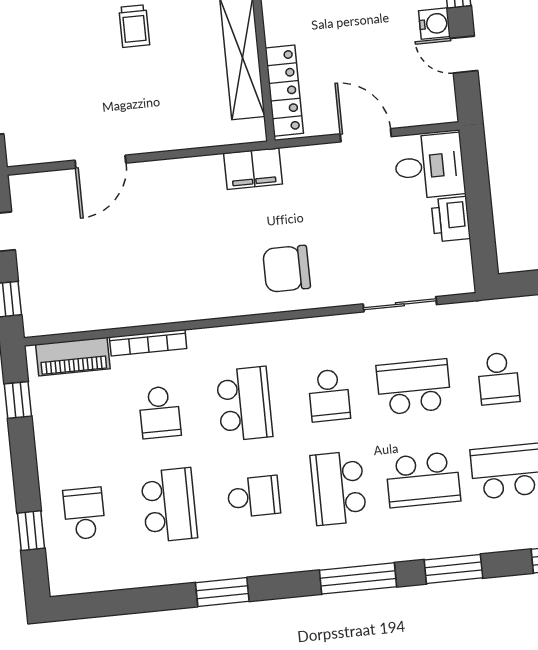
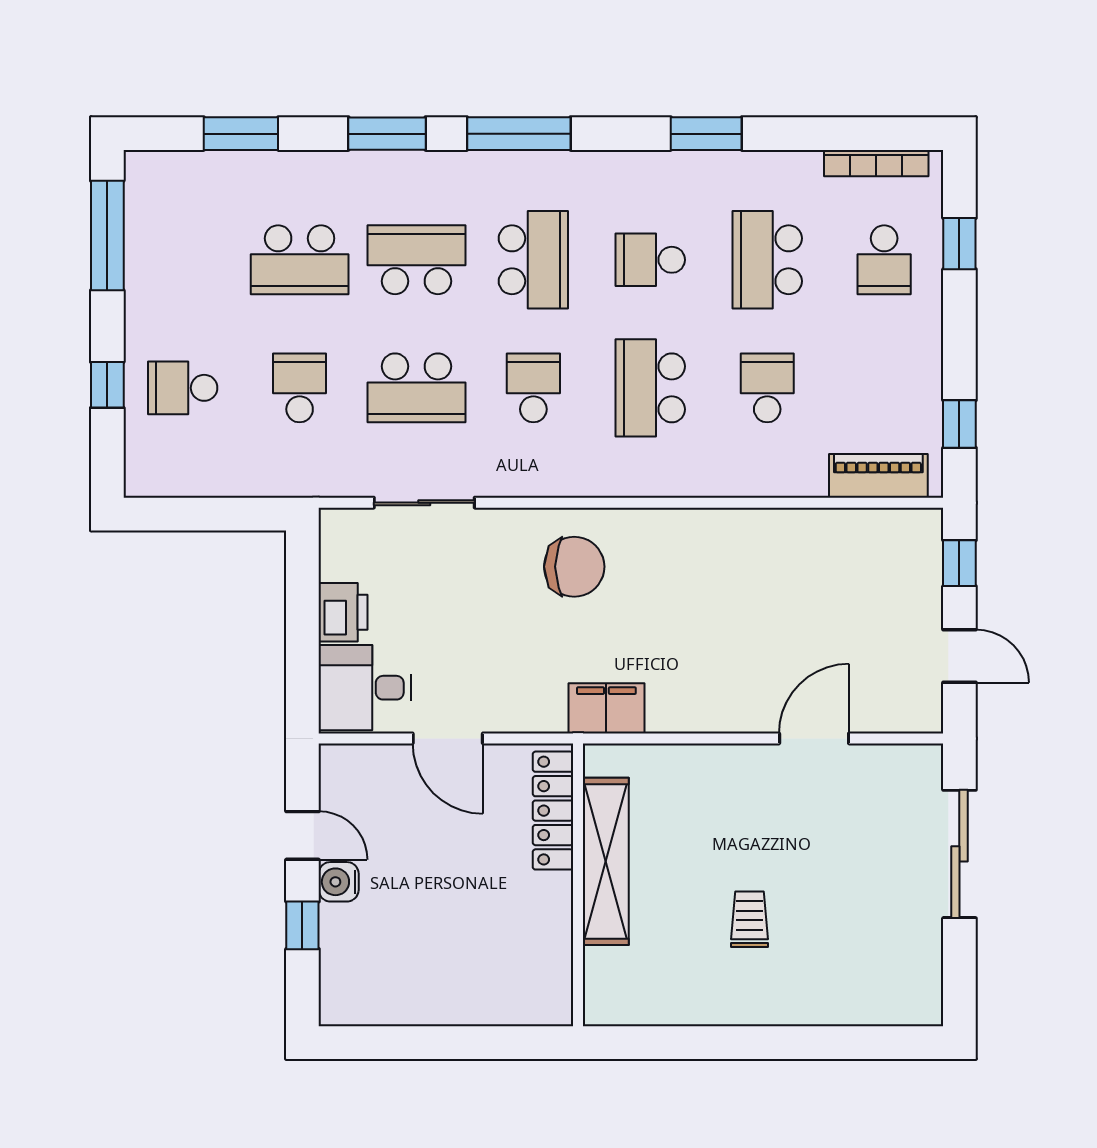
bookcase: (148, 343) -> (876, 163), moved, turned 180

